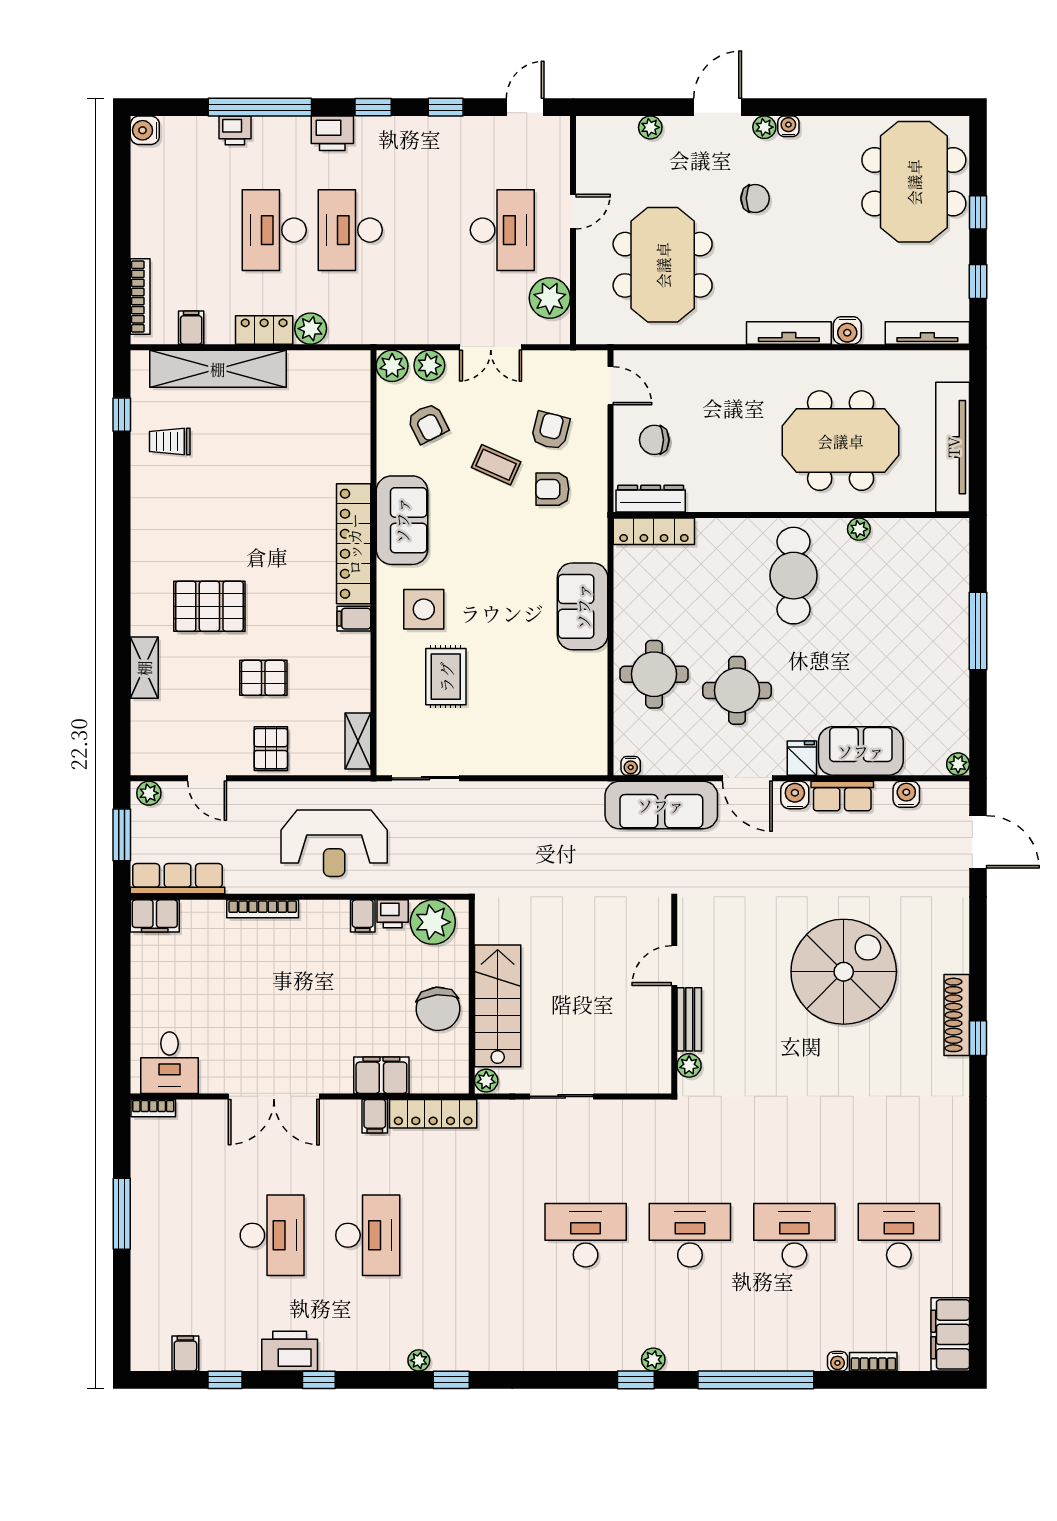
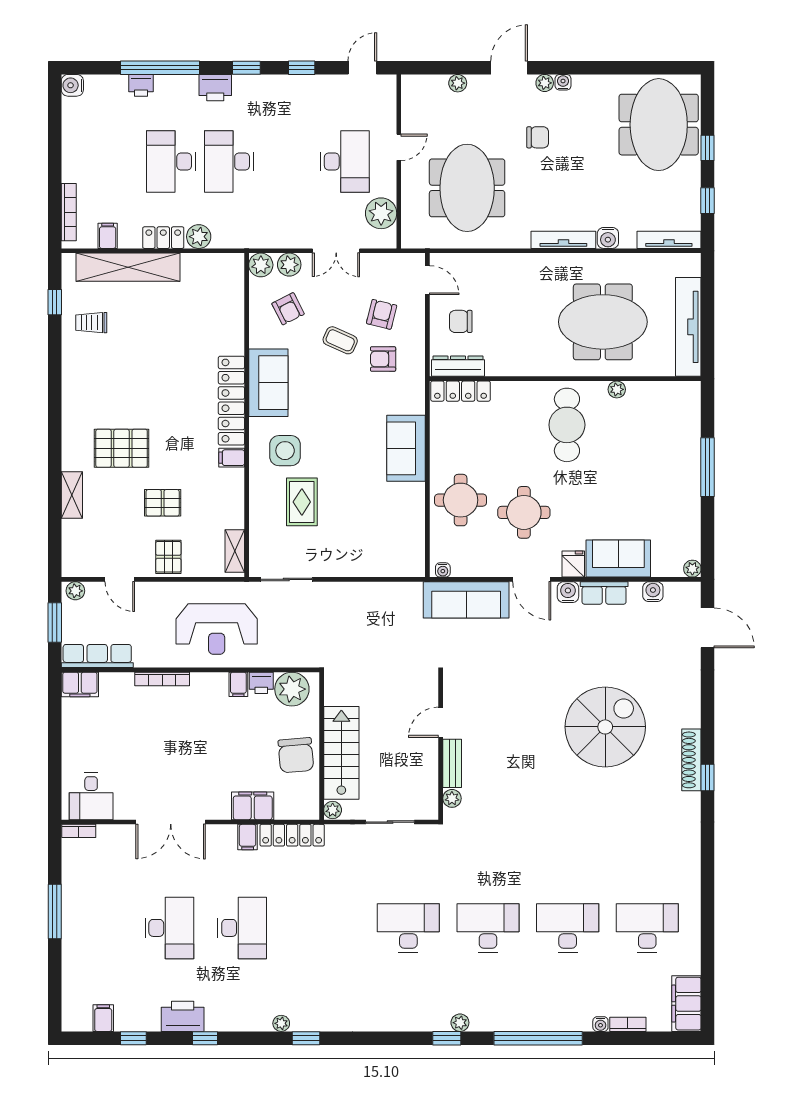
door: (674, 966) -> (441, 722), moved
wall: (674, 997) -> (441, 746), moved
bench: (689, 1019) -> (452, 763), moved
plant: (689, 1065) -> (452, 798), moved

